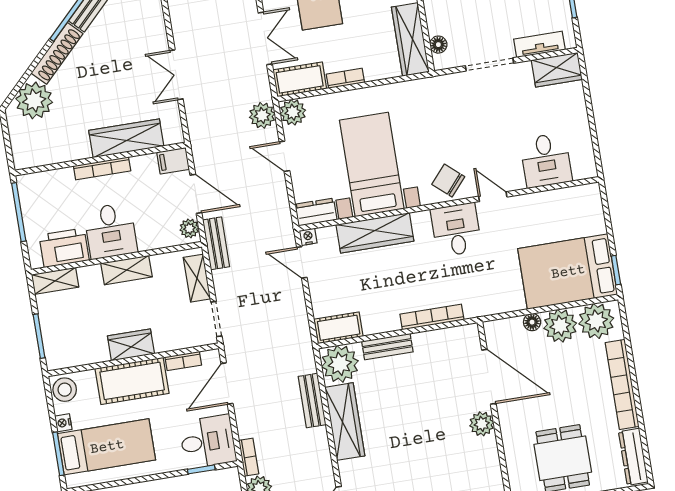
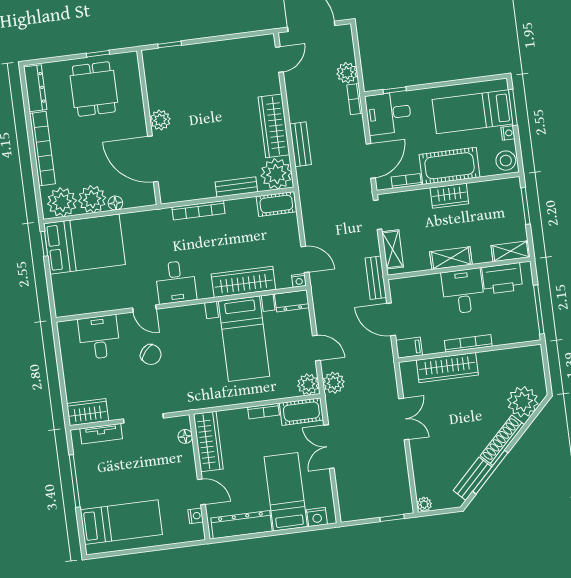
chair: (448, 181) -> (151, 355), moved
plant: (189, 228) -> (397, 291), removed

